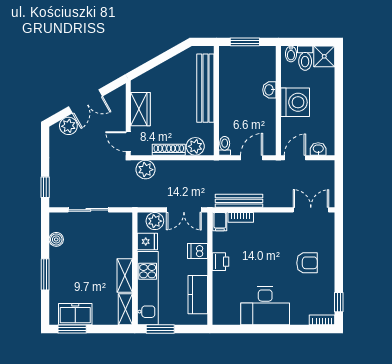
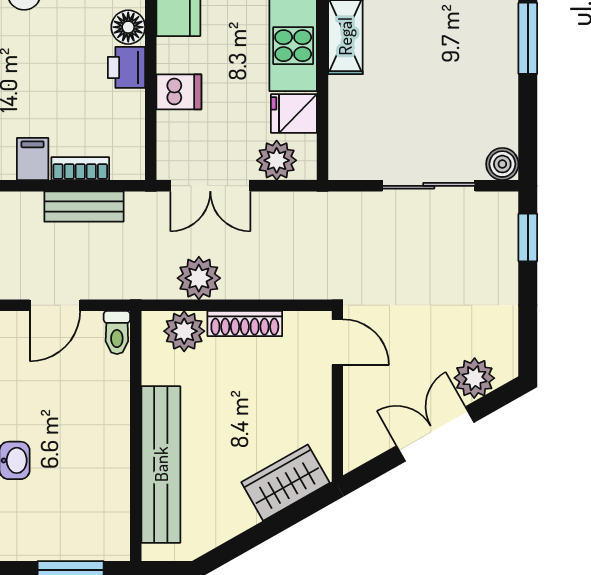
wardrobe: (140, 109) -> (285, 483), moved, turned 60
plant: (146, 170) -> (199, 278), moved
bench: (239, 201) -> (84, 207), width x0.73
double door: (184, 210) -> (210, 186), swing flipped
filing cabinet: (220, 222) -> (33, 159), moved
boiler: (56, 239) -> (502, 164), moved
floor lamp: (220, 279) -> (128, 27), added

